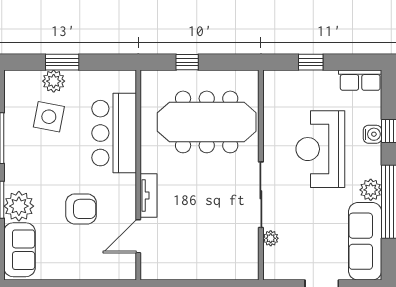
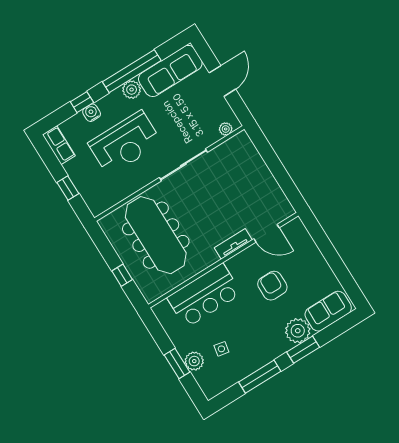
side table: (49, 117) -> (221, 349), width x0.54, depth x0.54
plant: (271, 238) -> (226, 129), moved

